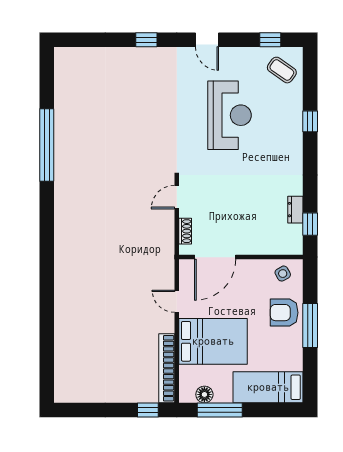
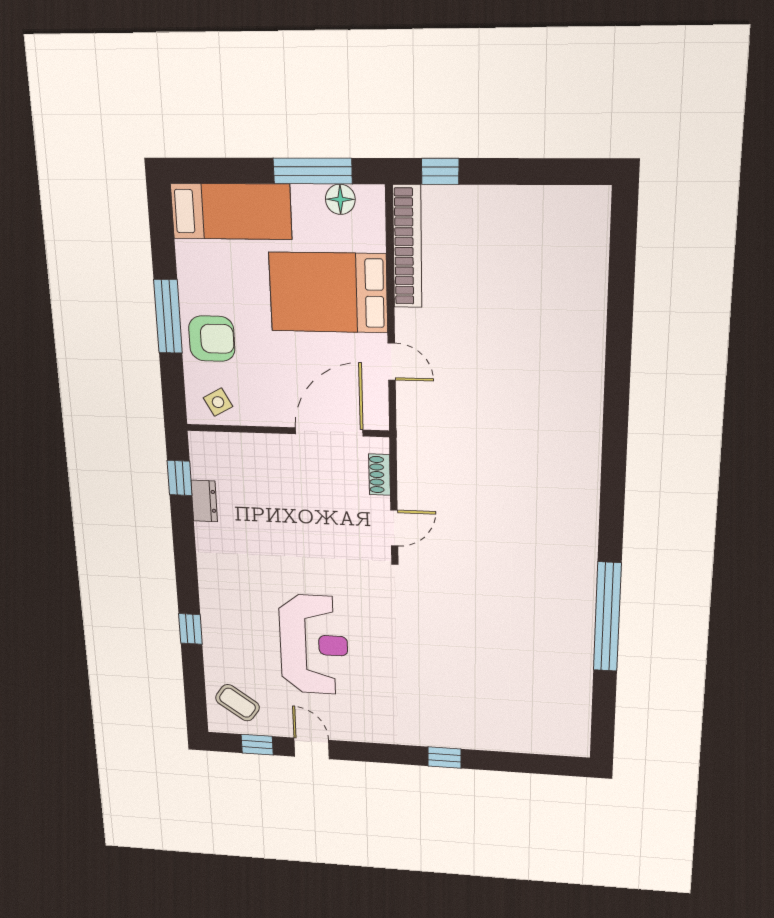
door: (207, 40) -> (312, 748), moved
reception desk: (230, 115) -> (314, 645), turned 180

